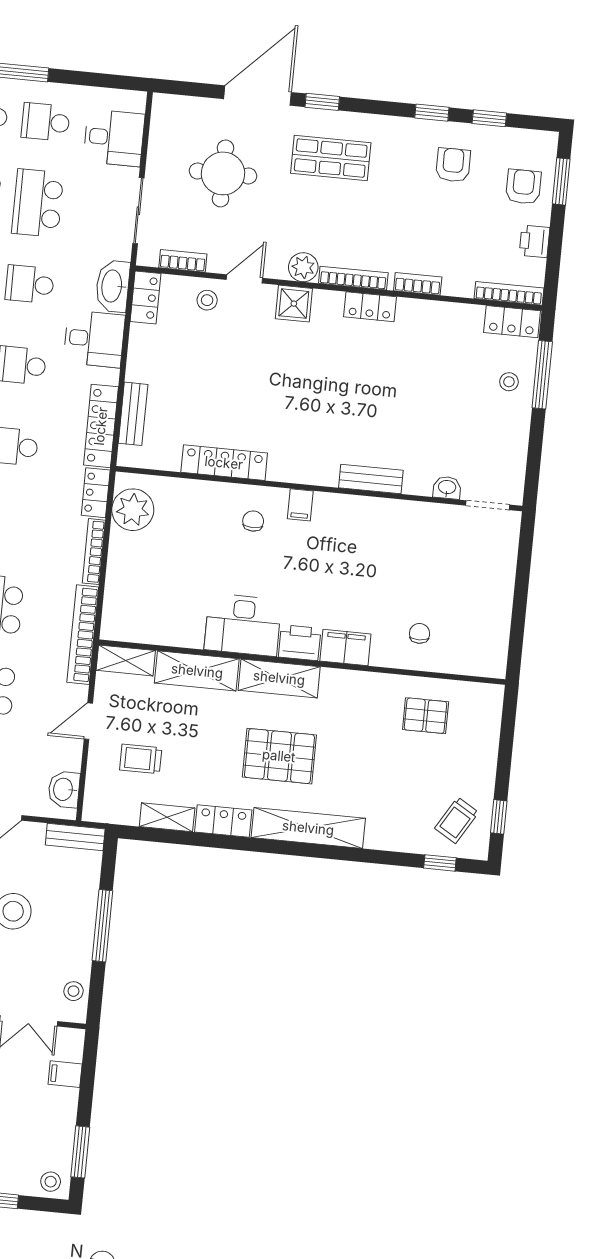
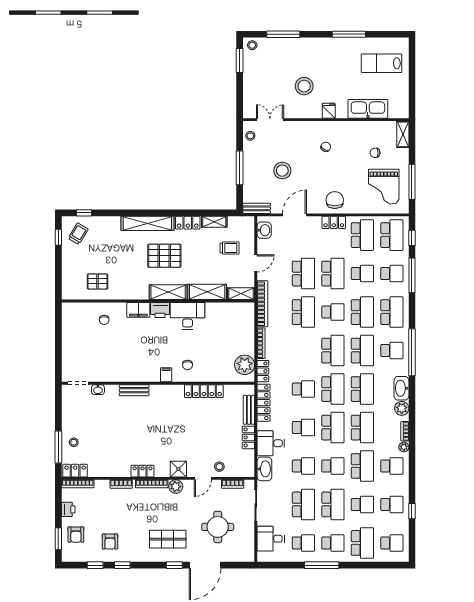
locker: (145, 297) -> (248, 437), moved
filing cabinet: (65, 1074) -> (250, 96), removed

